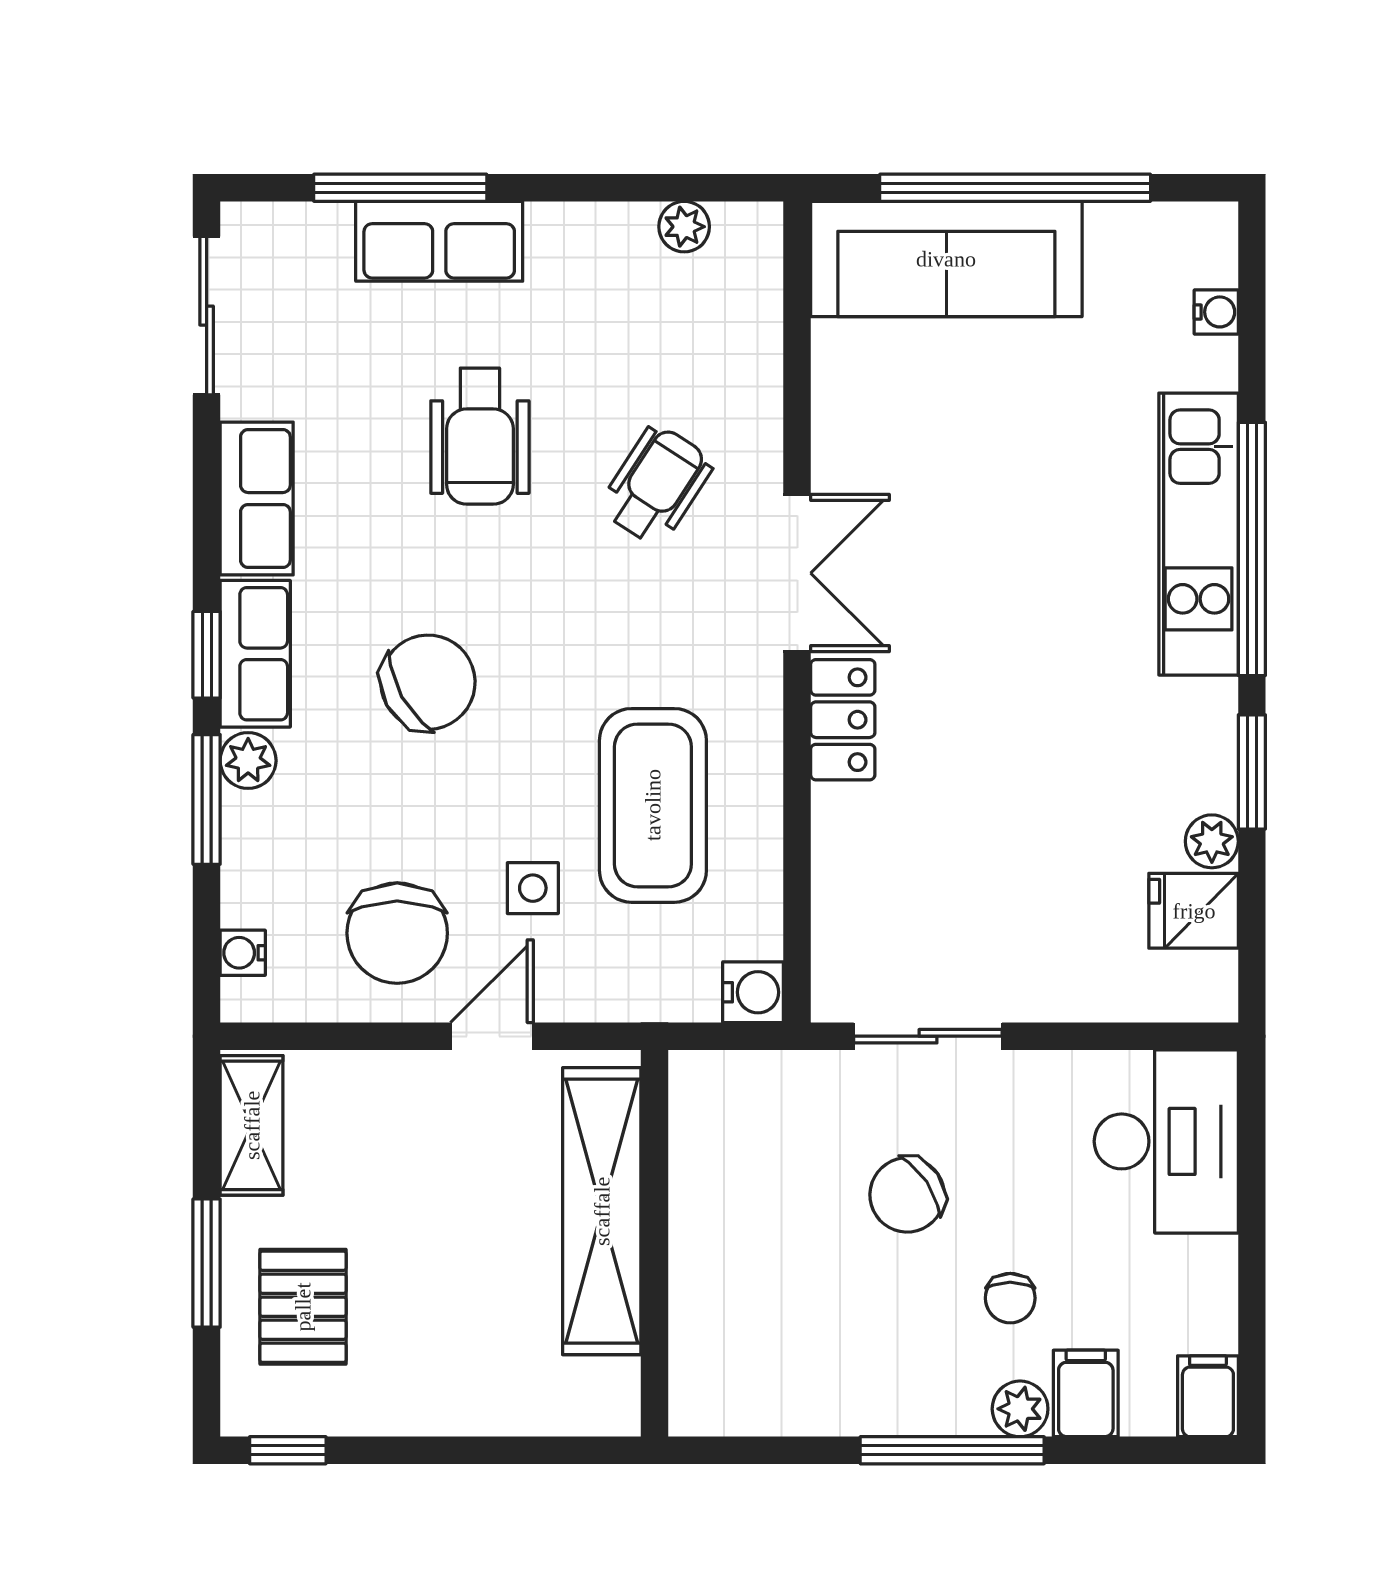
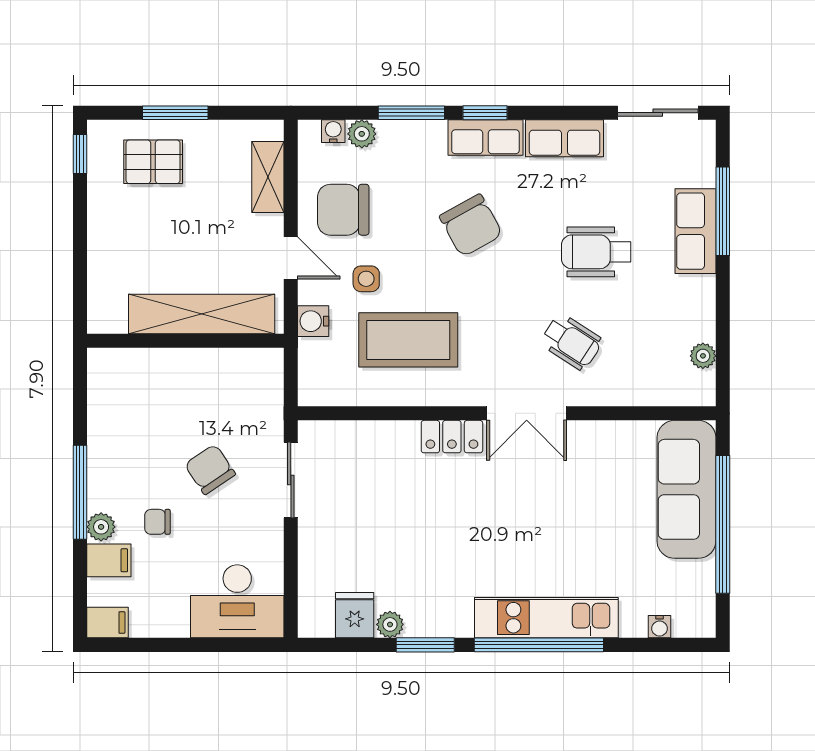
plant: (248, 761) -> (362, 134), moved
water cooler: (753, 992) -> (313, 321), moved, turned 90
shelving: (252, 1125) -> (268, 177), moved, turned 90

